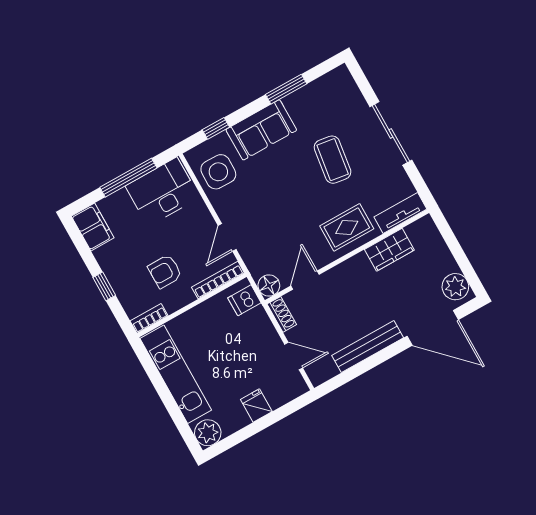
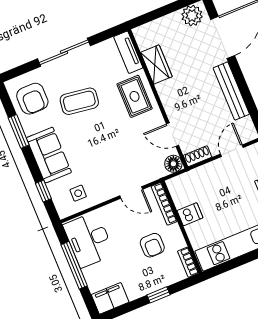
armchair: (329, 101) -> (32, 99), added
side table: (218, 172) -> (78, 193), width x0.54, depth x0.54
dishwasher: (244, 300) -> (190, 214), moved, turned -90

